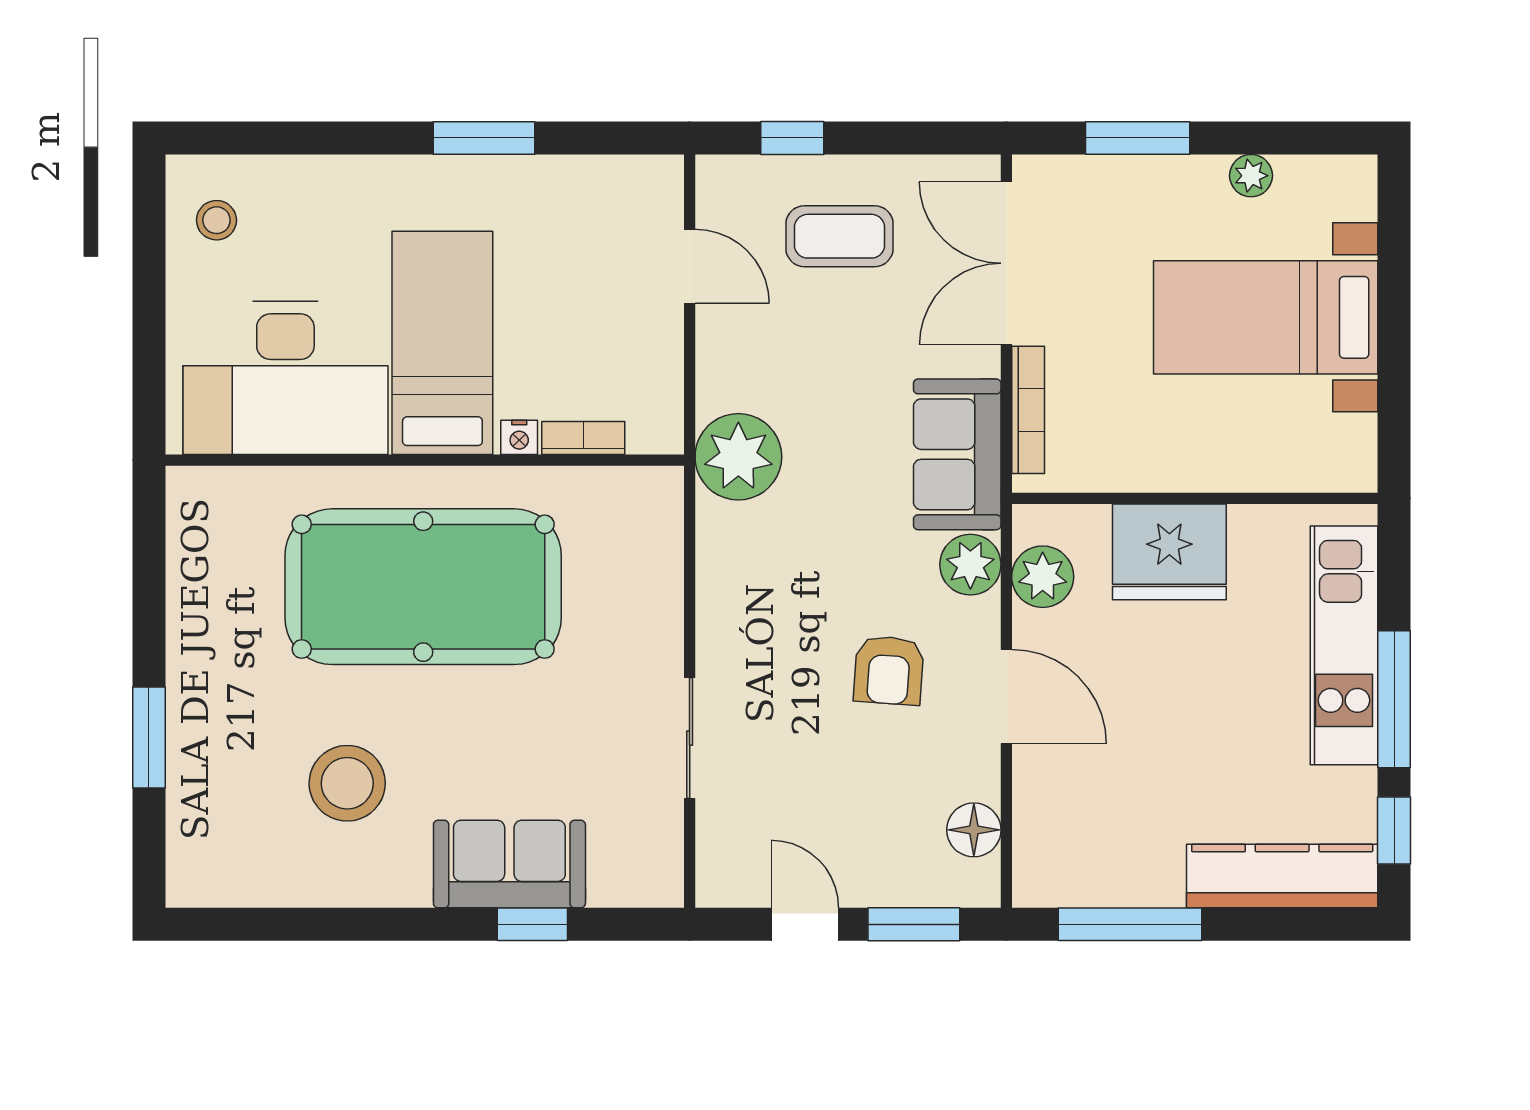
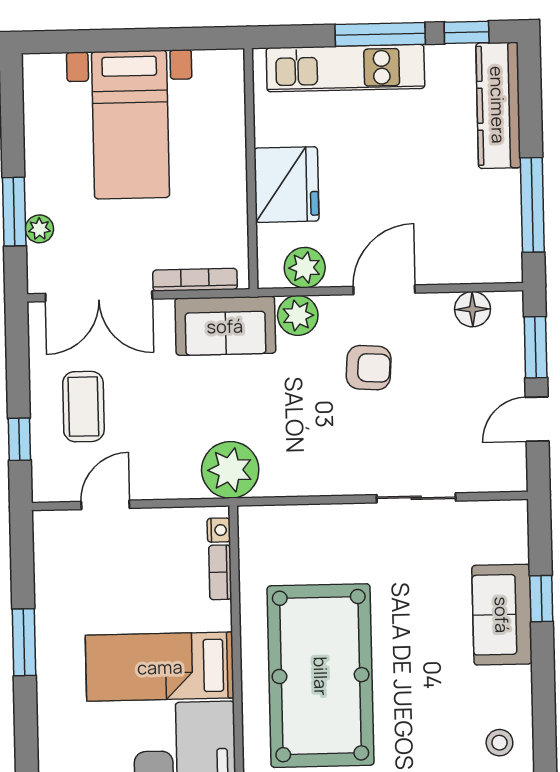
plant: (1251, 176) -> (39, 229), moved
nightstand: (519, 437) -> (219, 530), moved
stool: (347, 783) -> (499, 743), moved, width x0.53, depth x0.53

